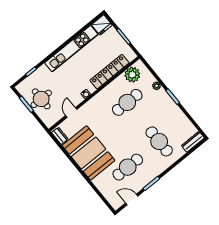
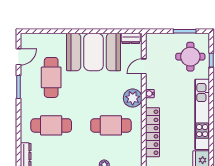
plant: (132, 75) -> (133, 98), moved
round table: (41, 99) -> (190, 57), moved
cafe table: (127, 102) -> (111, 125), turned 90
door: (71, 112) -> (144, 66), swing flipped

